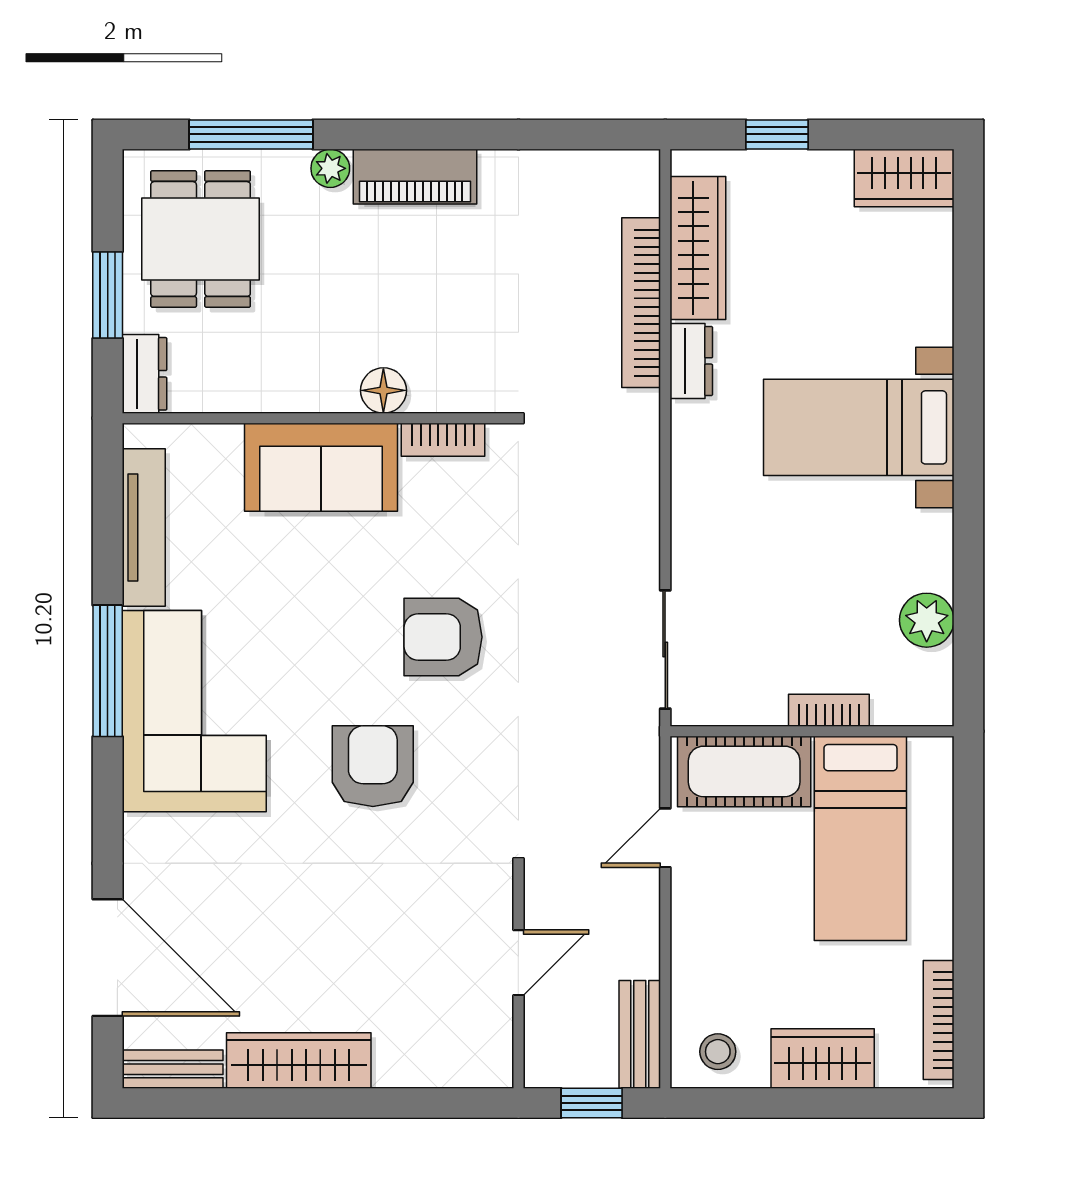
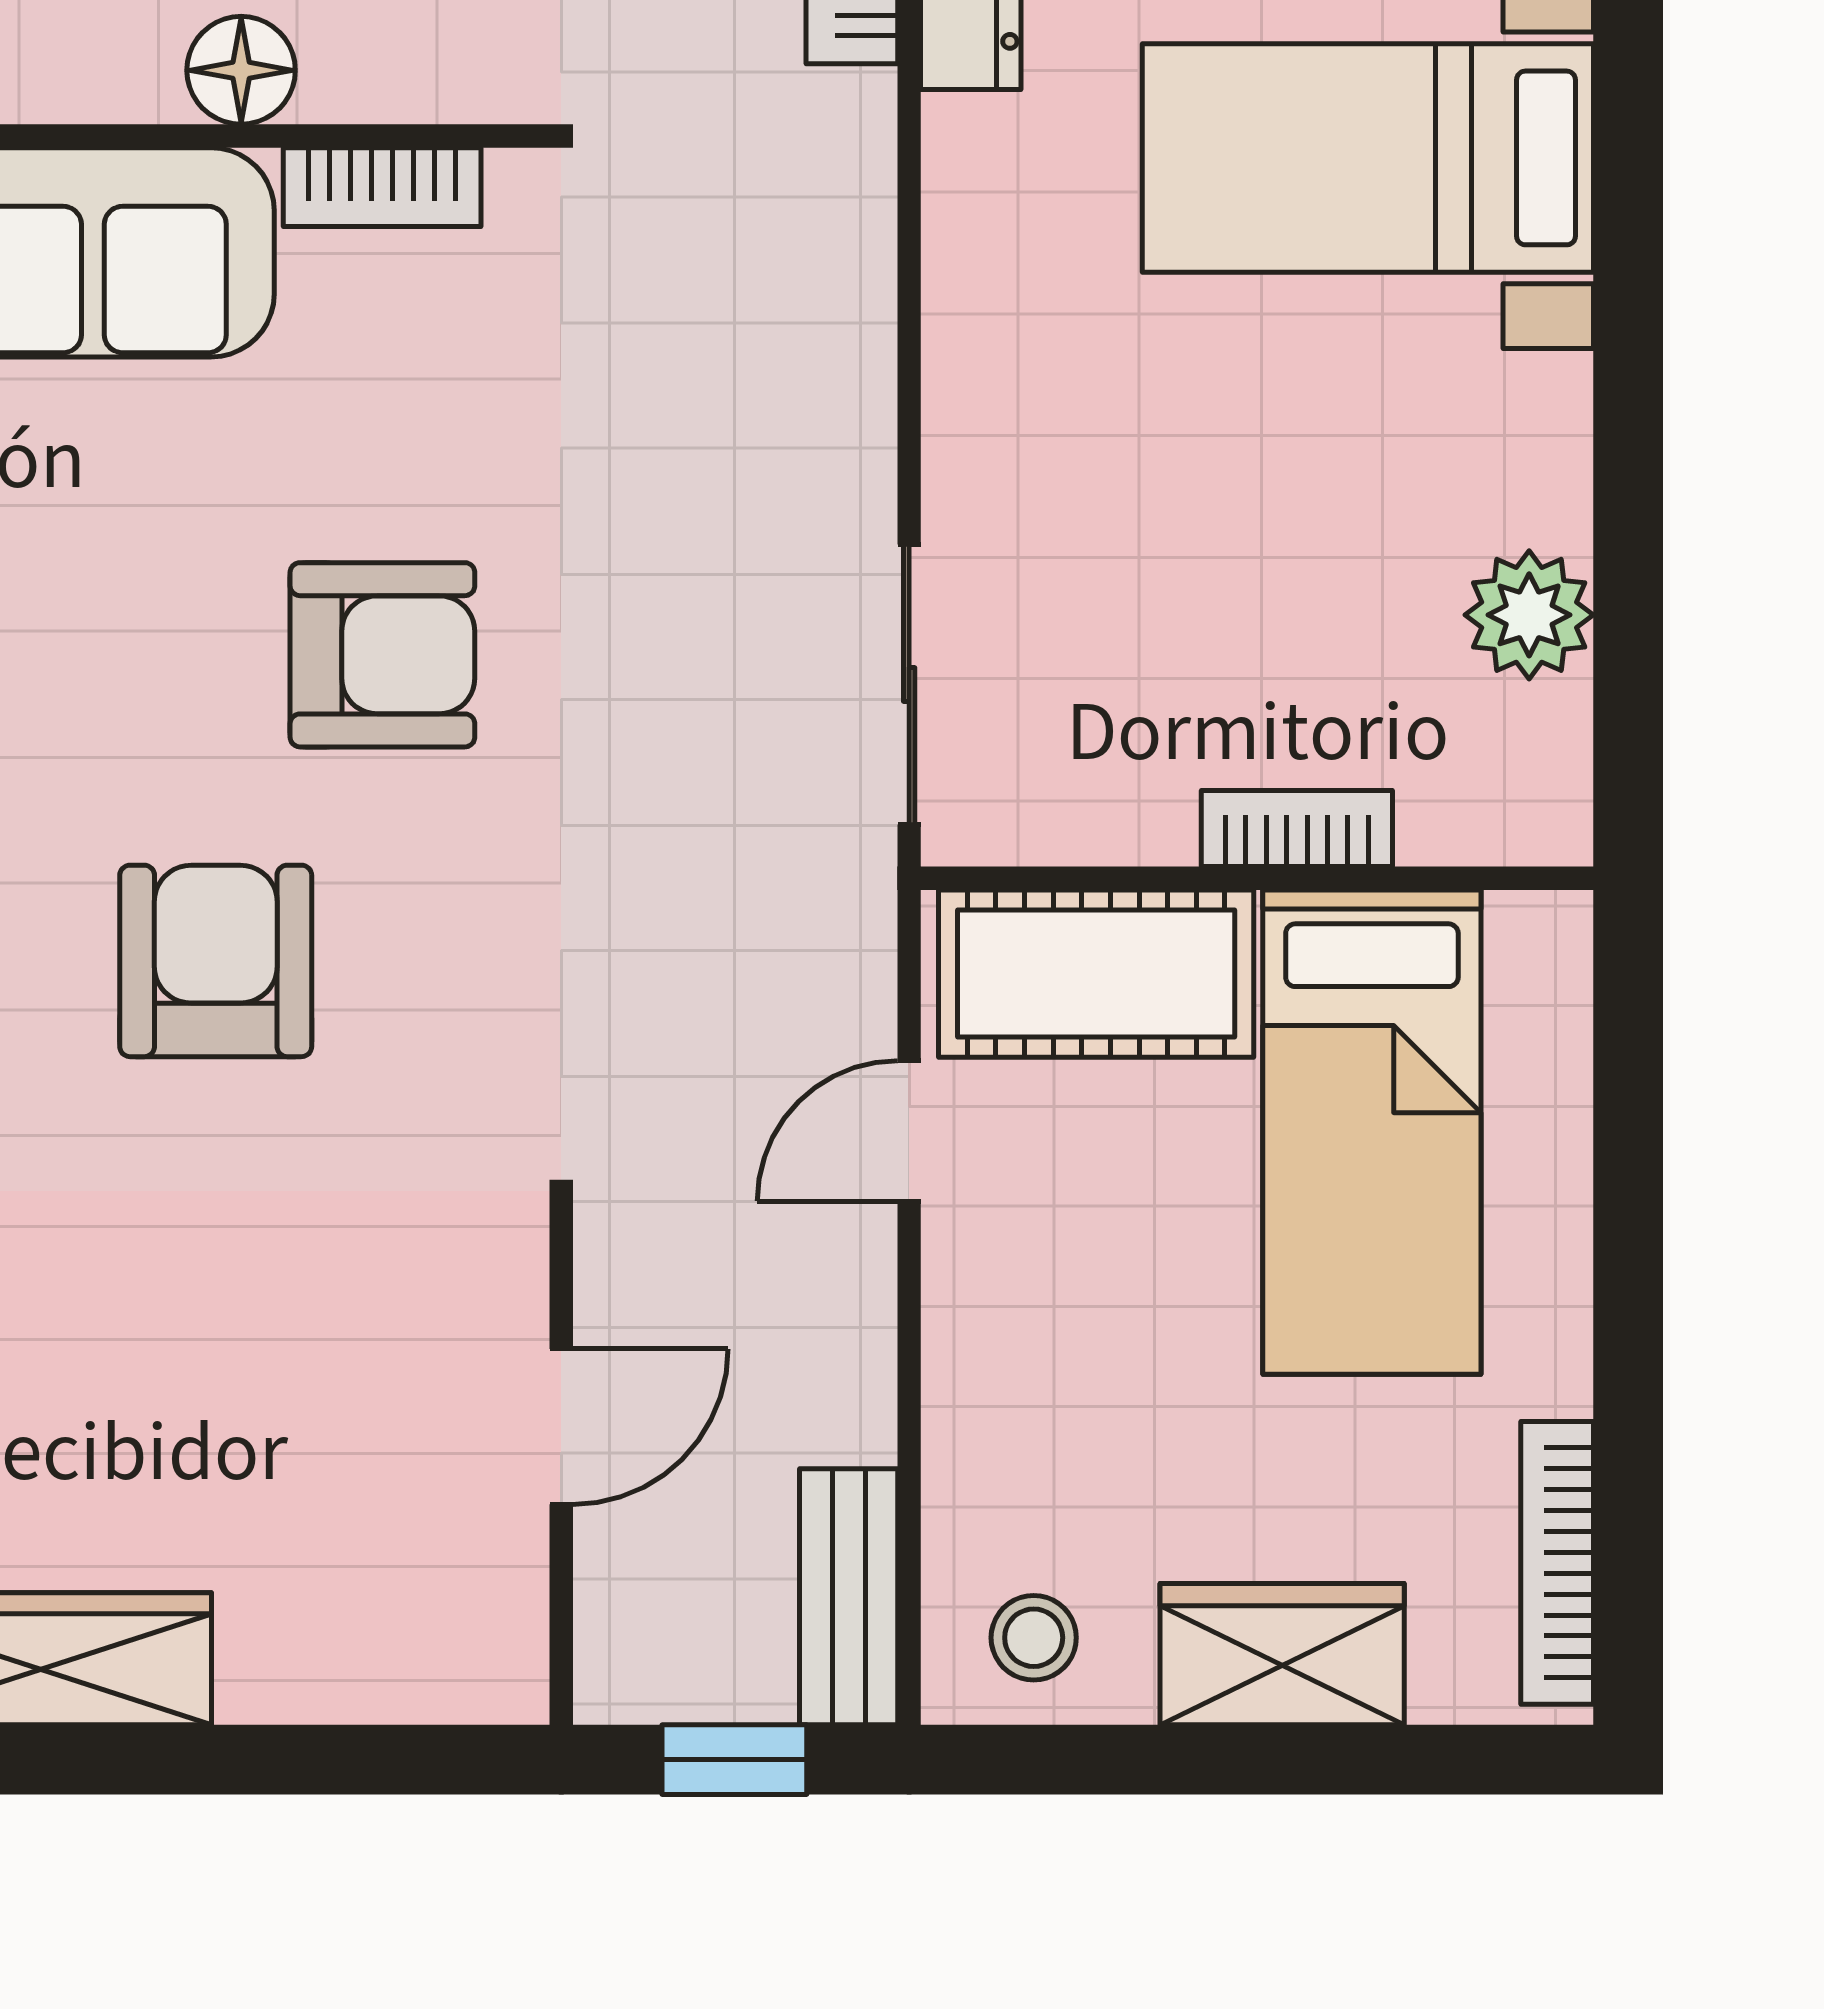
armchair: (443, 637) -> (382, 655), turned 180

